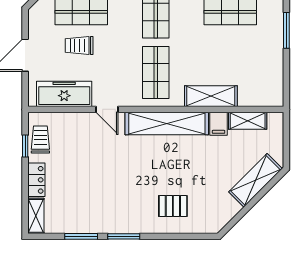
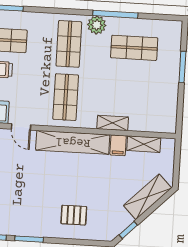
shelving: (211, 96) -> (113, 123), width x0.67, depth x0.75
window: (236, 219) -> (128, 230), added

